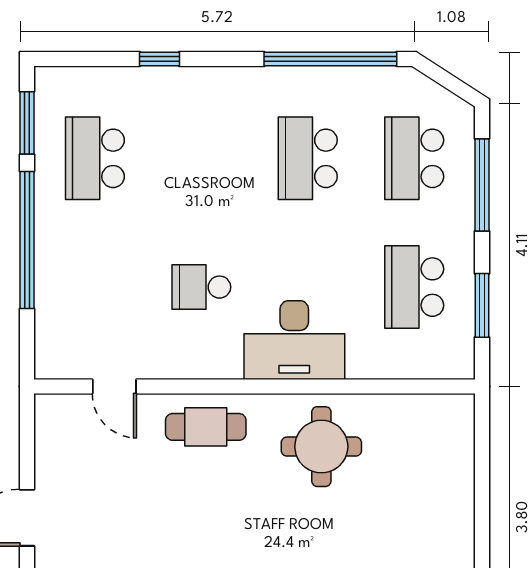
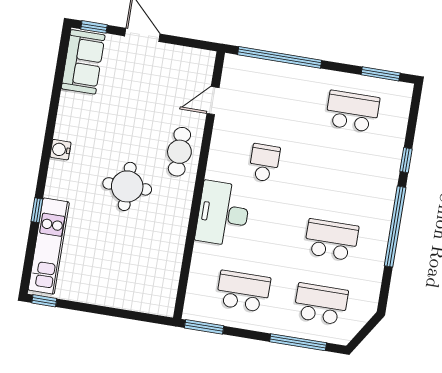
window: (330, 59) -> (395, 227), moved
window: (27, 240) -> (280, 57), moved
window: (482, 305) -> (204, 327), moved
round table: (321, 447) -> (127, 186), moved

